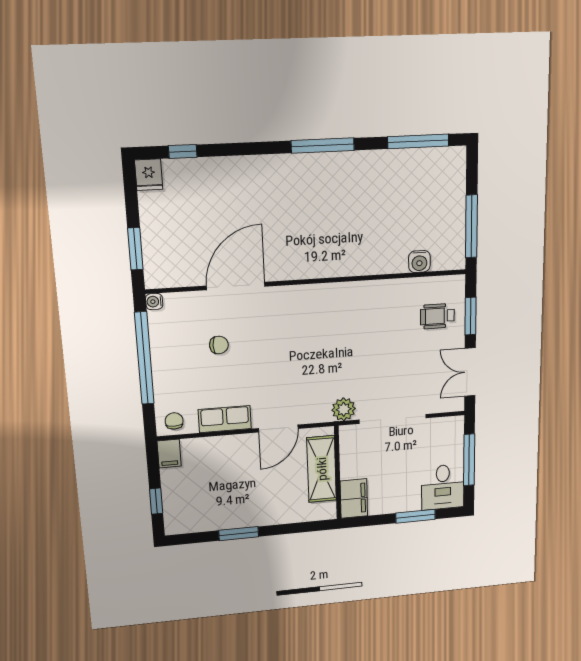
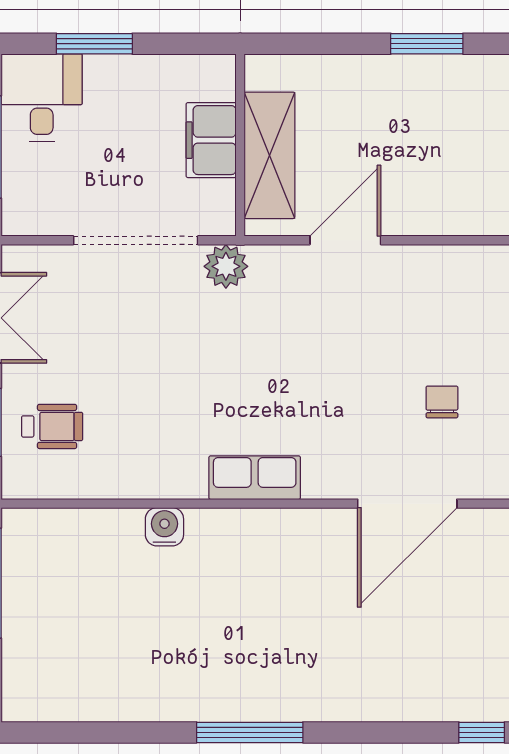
window: (418, 141) -> (86, 732), removed
water cooler: (419, 261) -> (164, 527), moved
chair: (219, 345) -> (442, 402), turned 90
row of seats: (225, 419) -> (255, 478), moved, turned 180
filing cabinet: (354, 499) -> (211, 140), moved

